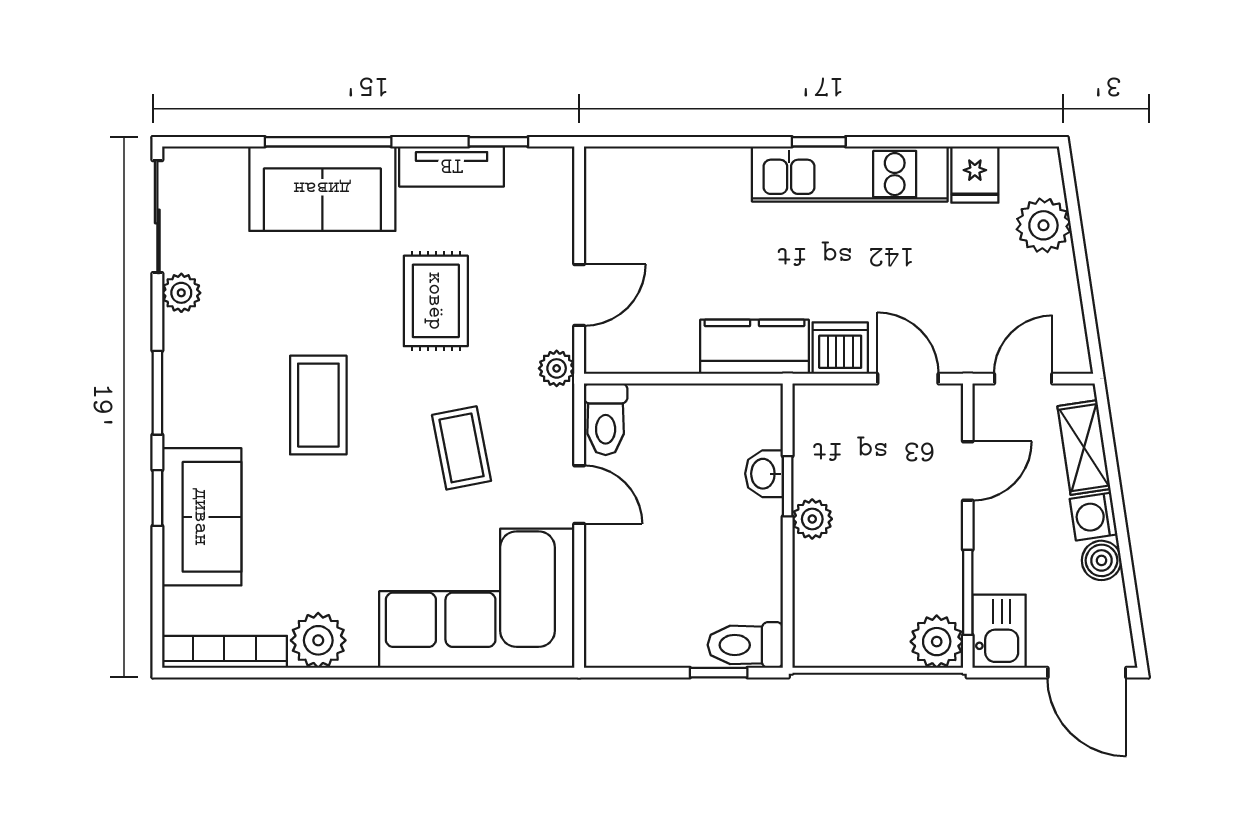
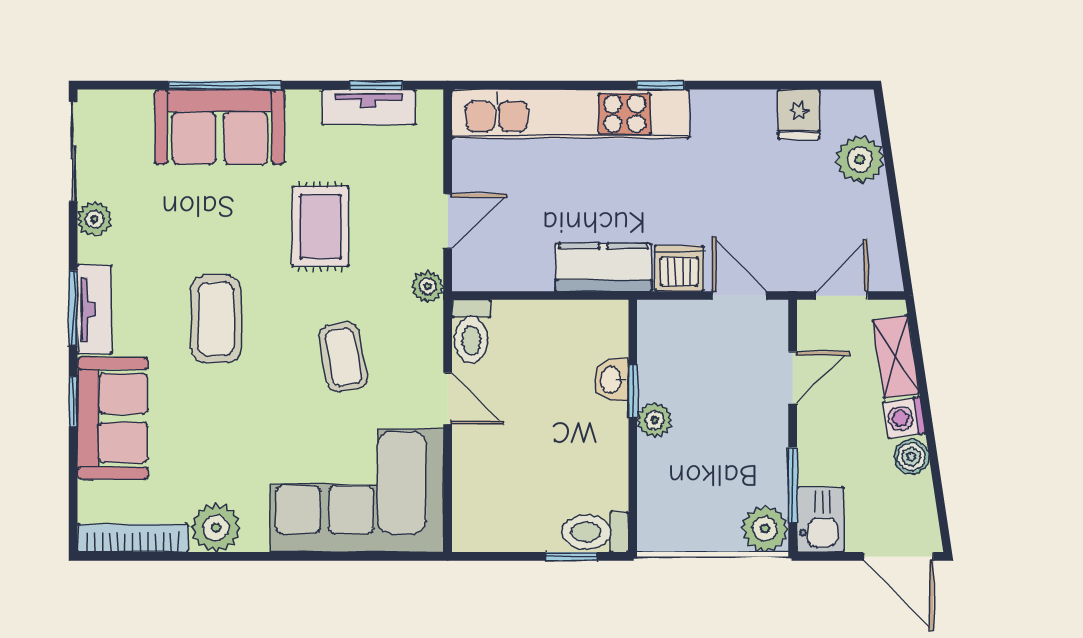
tv unit: (452, 166) -> (368, 107), moved
kitchen unit: (850, 174) -> (570, 114), moved, width x1.36
tv unit: (181, 394) -> (94, 309), added

